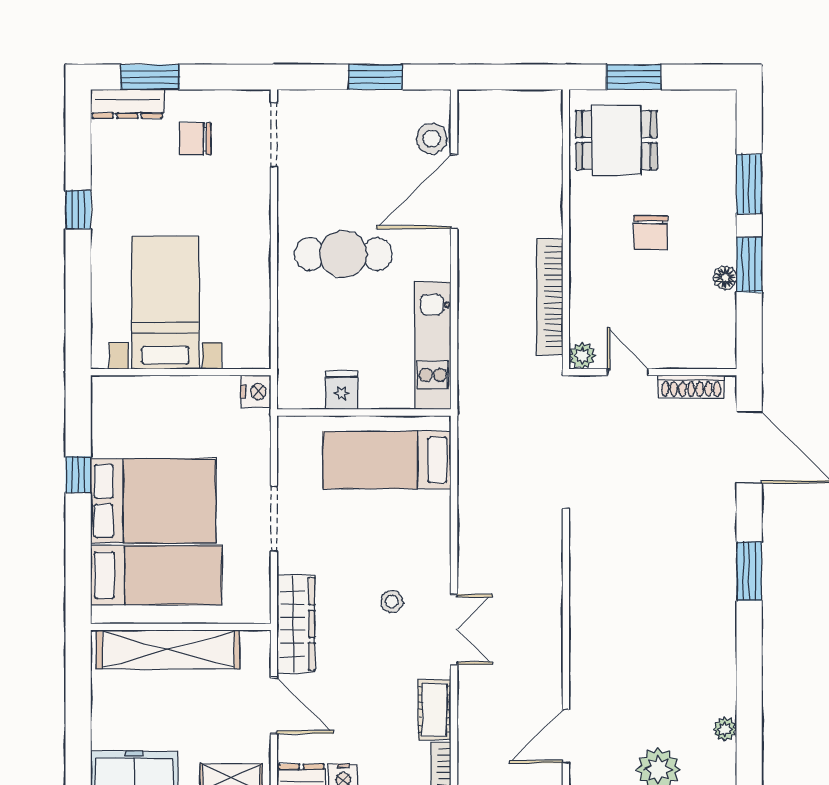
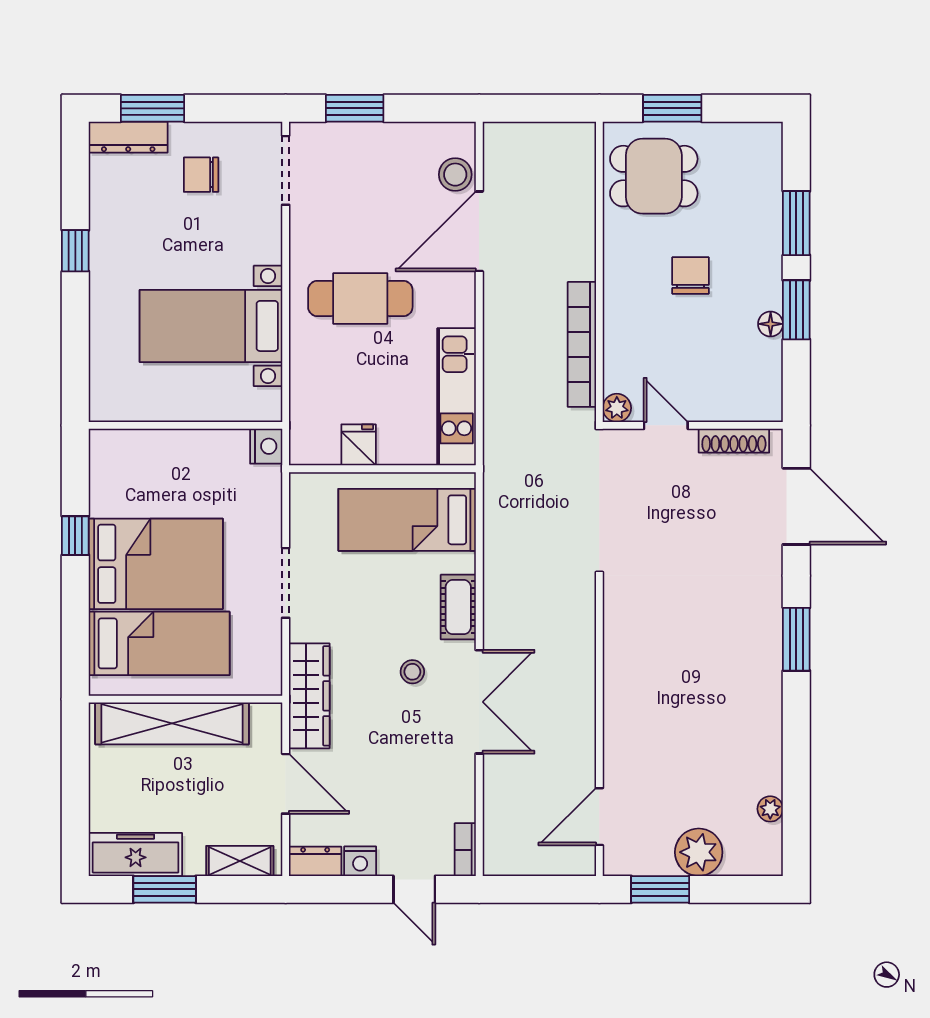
window: (375, 77) -> (355, 108), moved
chair: (651, 233) -> (690, 275), turned 180
bed with nightstands: (165, 303) -> (211, 326), moved, turned -90
double door: (454, 629) -> (479, 702), width x1.37
cot: (435, 710) -> (458, 607), moved

